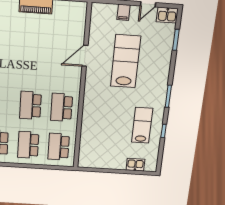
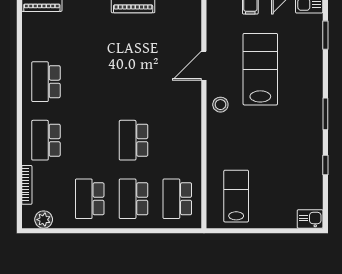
stool: (94, 85) -> (220, 105), added
school desk: (62, 107) -> (177, 140), removed
lab bench: (142, 125) -> (236, 196), moved
kitchen sink: (135, 165) -> (310, 219), moved

